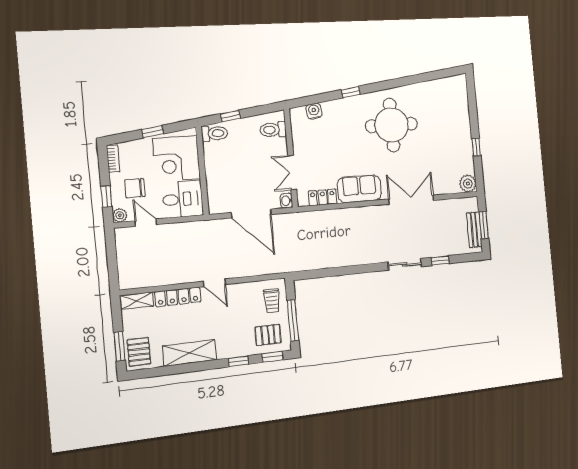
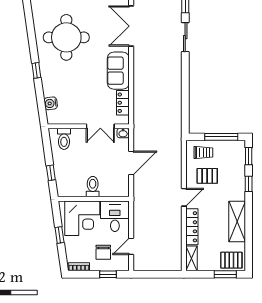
toilet: (215, 133) -> (93, 187), moved
door: (251, 214) -> (131, 163), width x0.73
plant: (120, 215) -> (124, 266), removed
pallet: (268, 335) -> (207, 176), moved, turned 90

